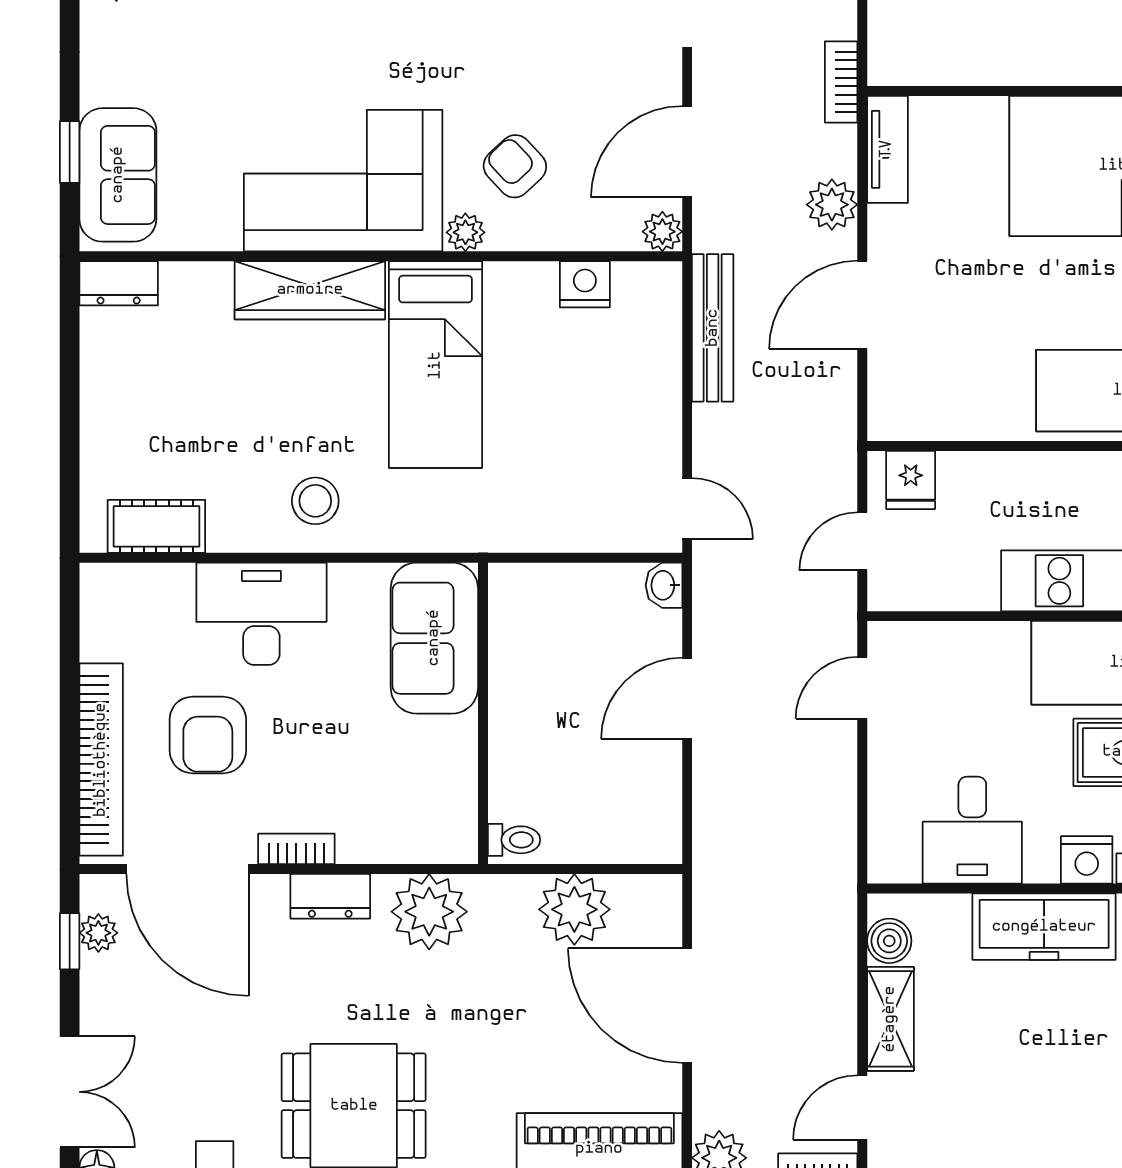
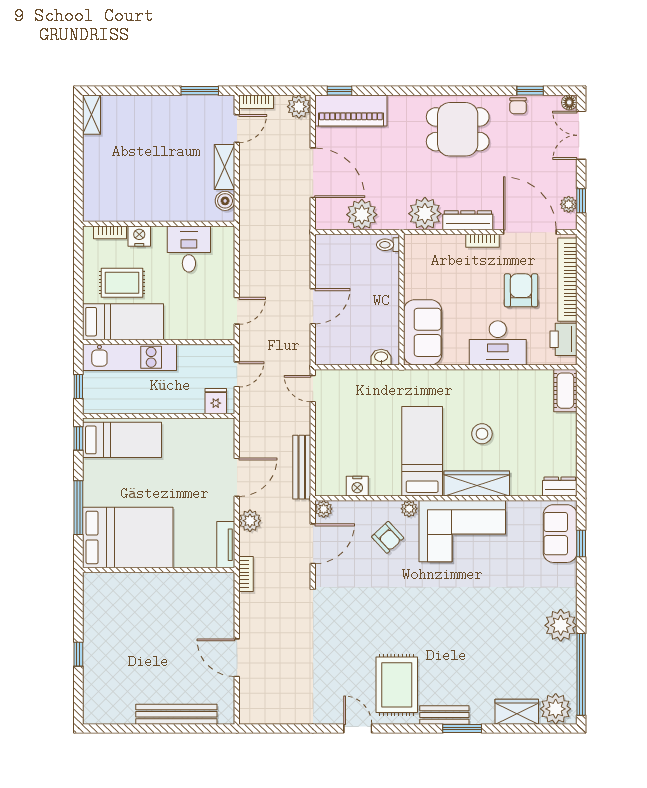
stool: (315, 501) -> (482, 434), moved
cot: (156, 526) -> (565, 391), moved, turned 90
washbasin: (664, 585) -> (381, 357), moved, turned -90
printer: (110, 622) -> (563, 339), added
dresser: (330, 896) -> (468, 220), width x1.44
freezer: (1044, 927) -> (158, 207), removed

